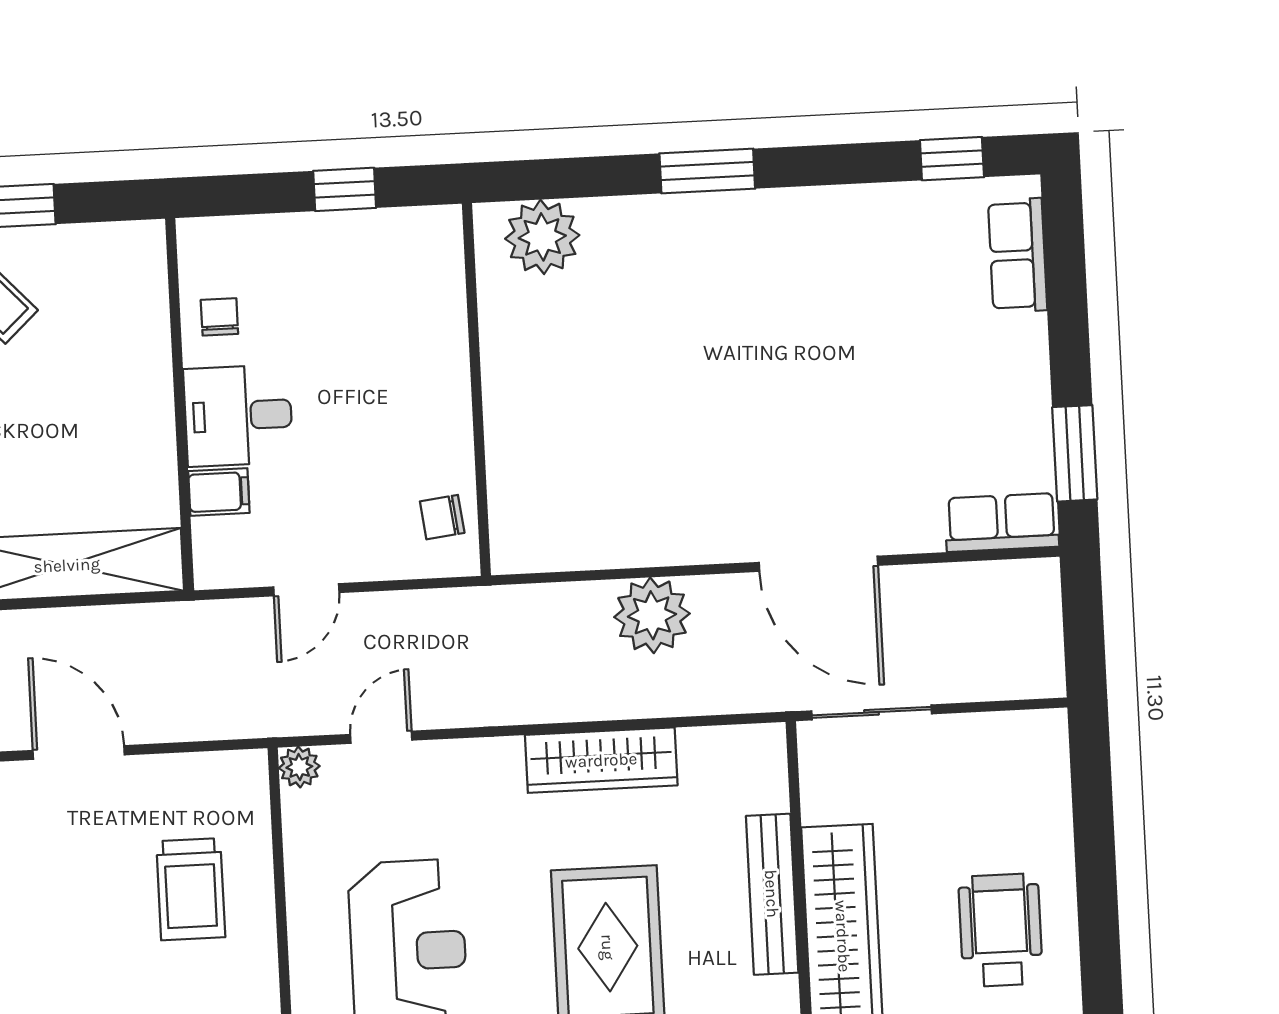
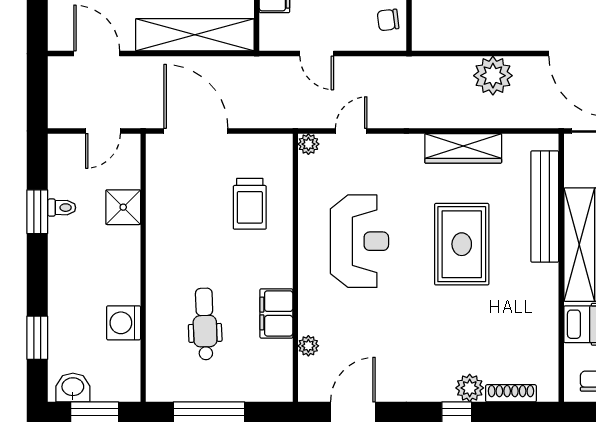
door: (306, 590) -> (317, 54), hinge flipped
door: (79, 753) -> (196, 131), width x1.36
bench: (772, 894) -> (545, 206), width x1.37, depth x1.21

